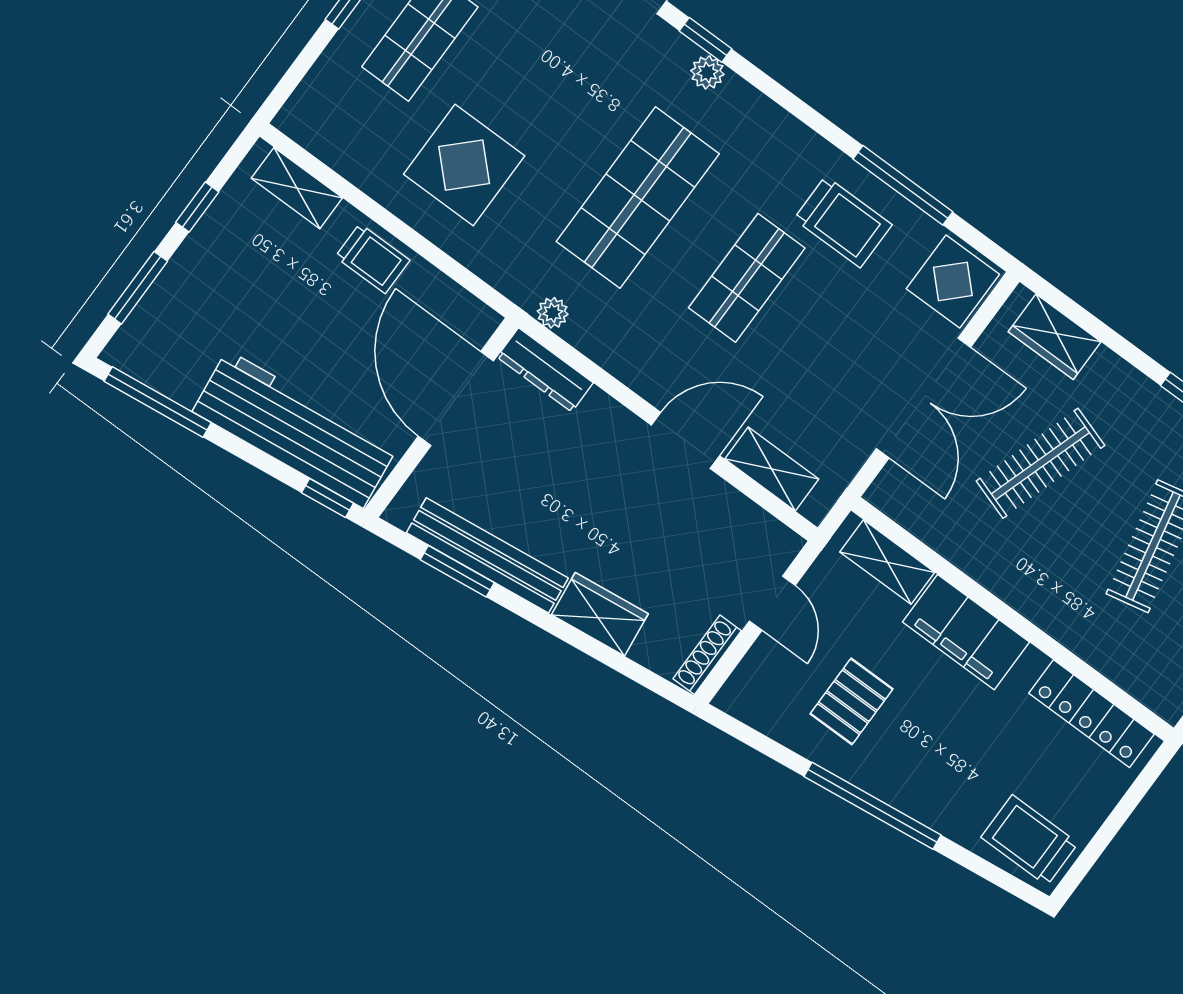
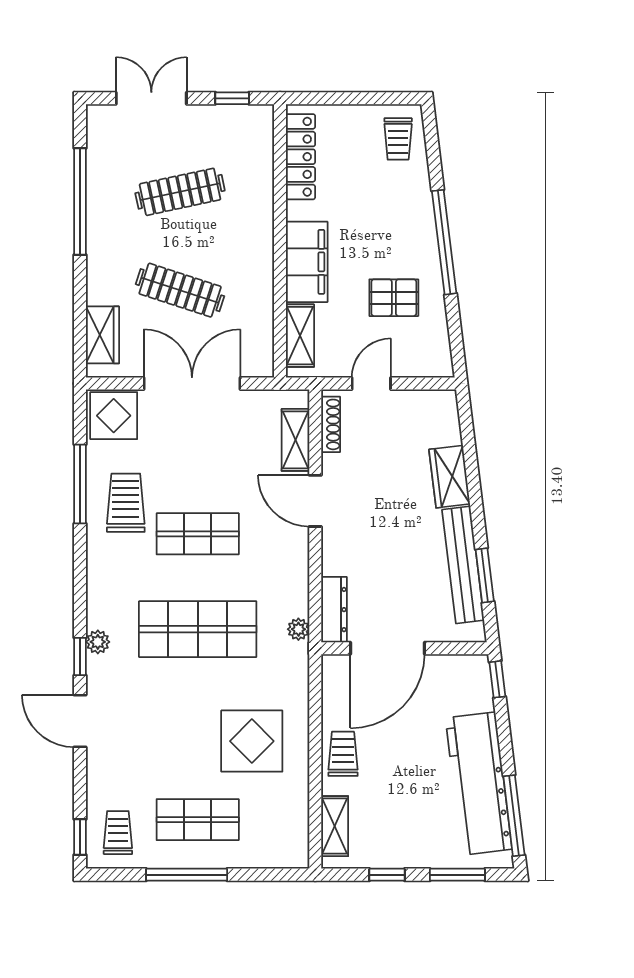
workbench: (295, 429) -> (479, 784), moved
shoe rack: (707, 655) -> (331, 424), moved, turned -90
trolley: (1030, 840) -> (398, 139), width x0.73, depth x0.72

